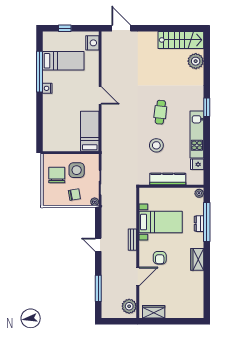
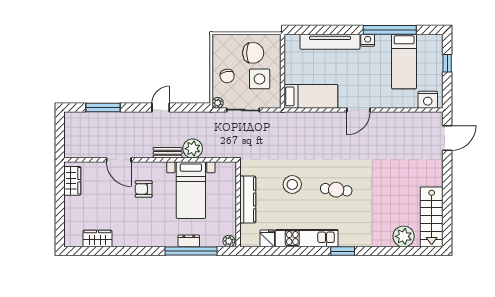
tv unit: (48, 117) -> (330, 42), added
wardrobe: (197, 259) -> (97, 239), moved
plant: (129, 306) -> (193, 149), moved

